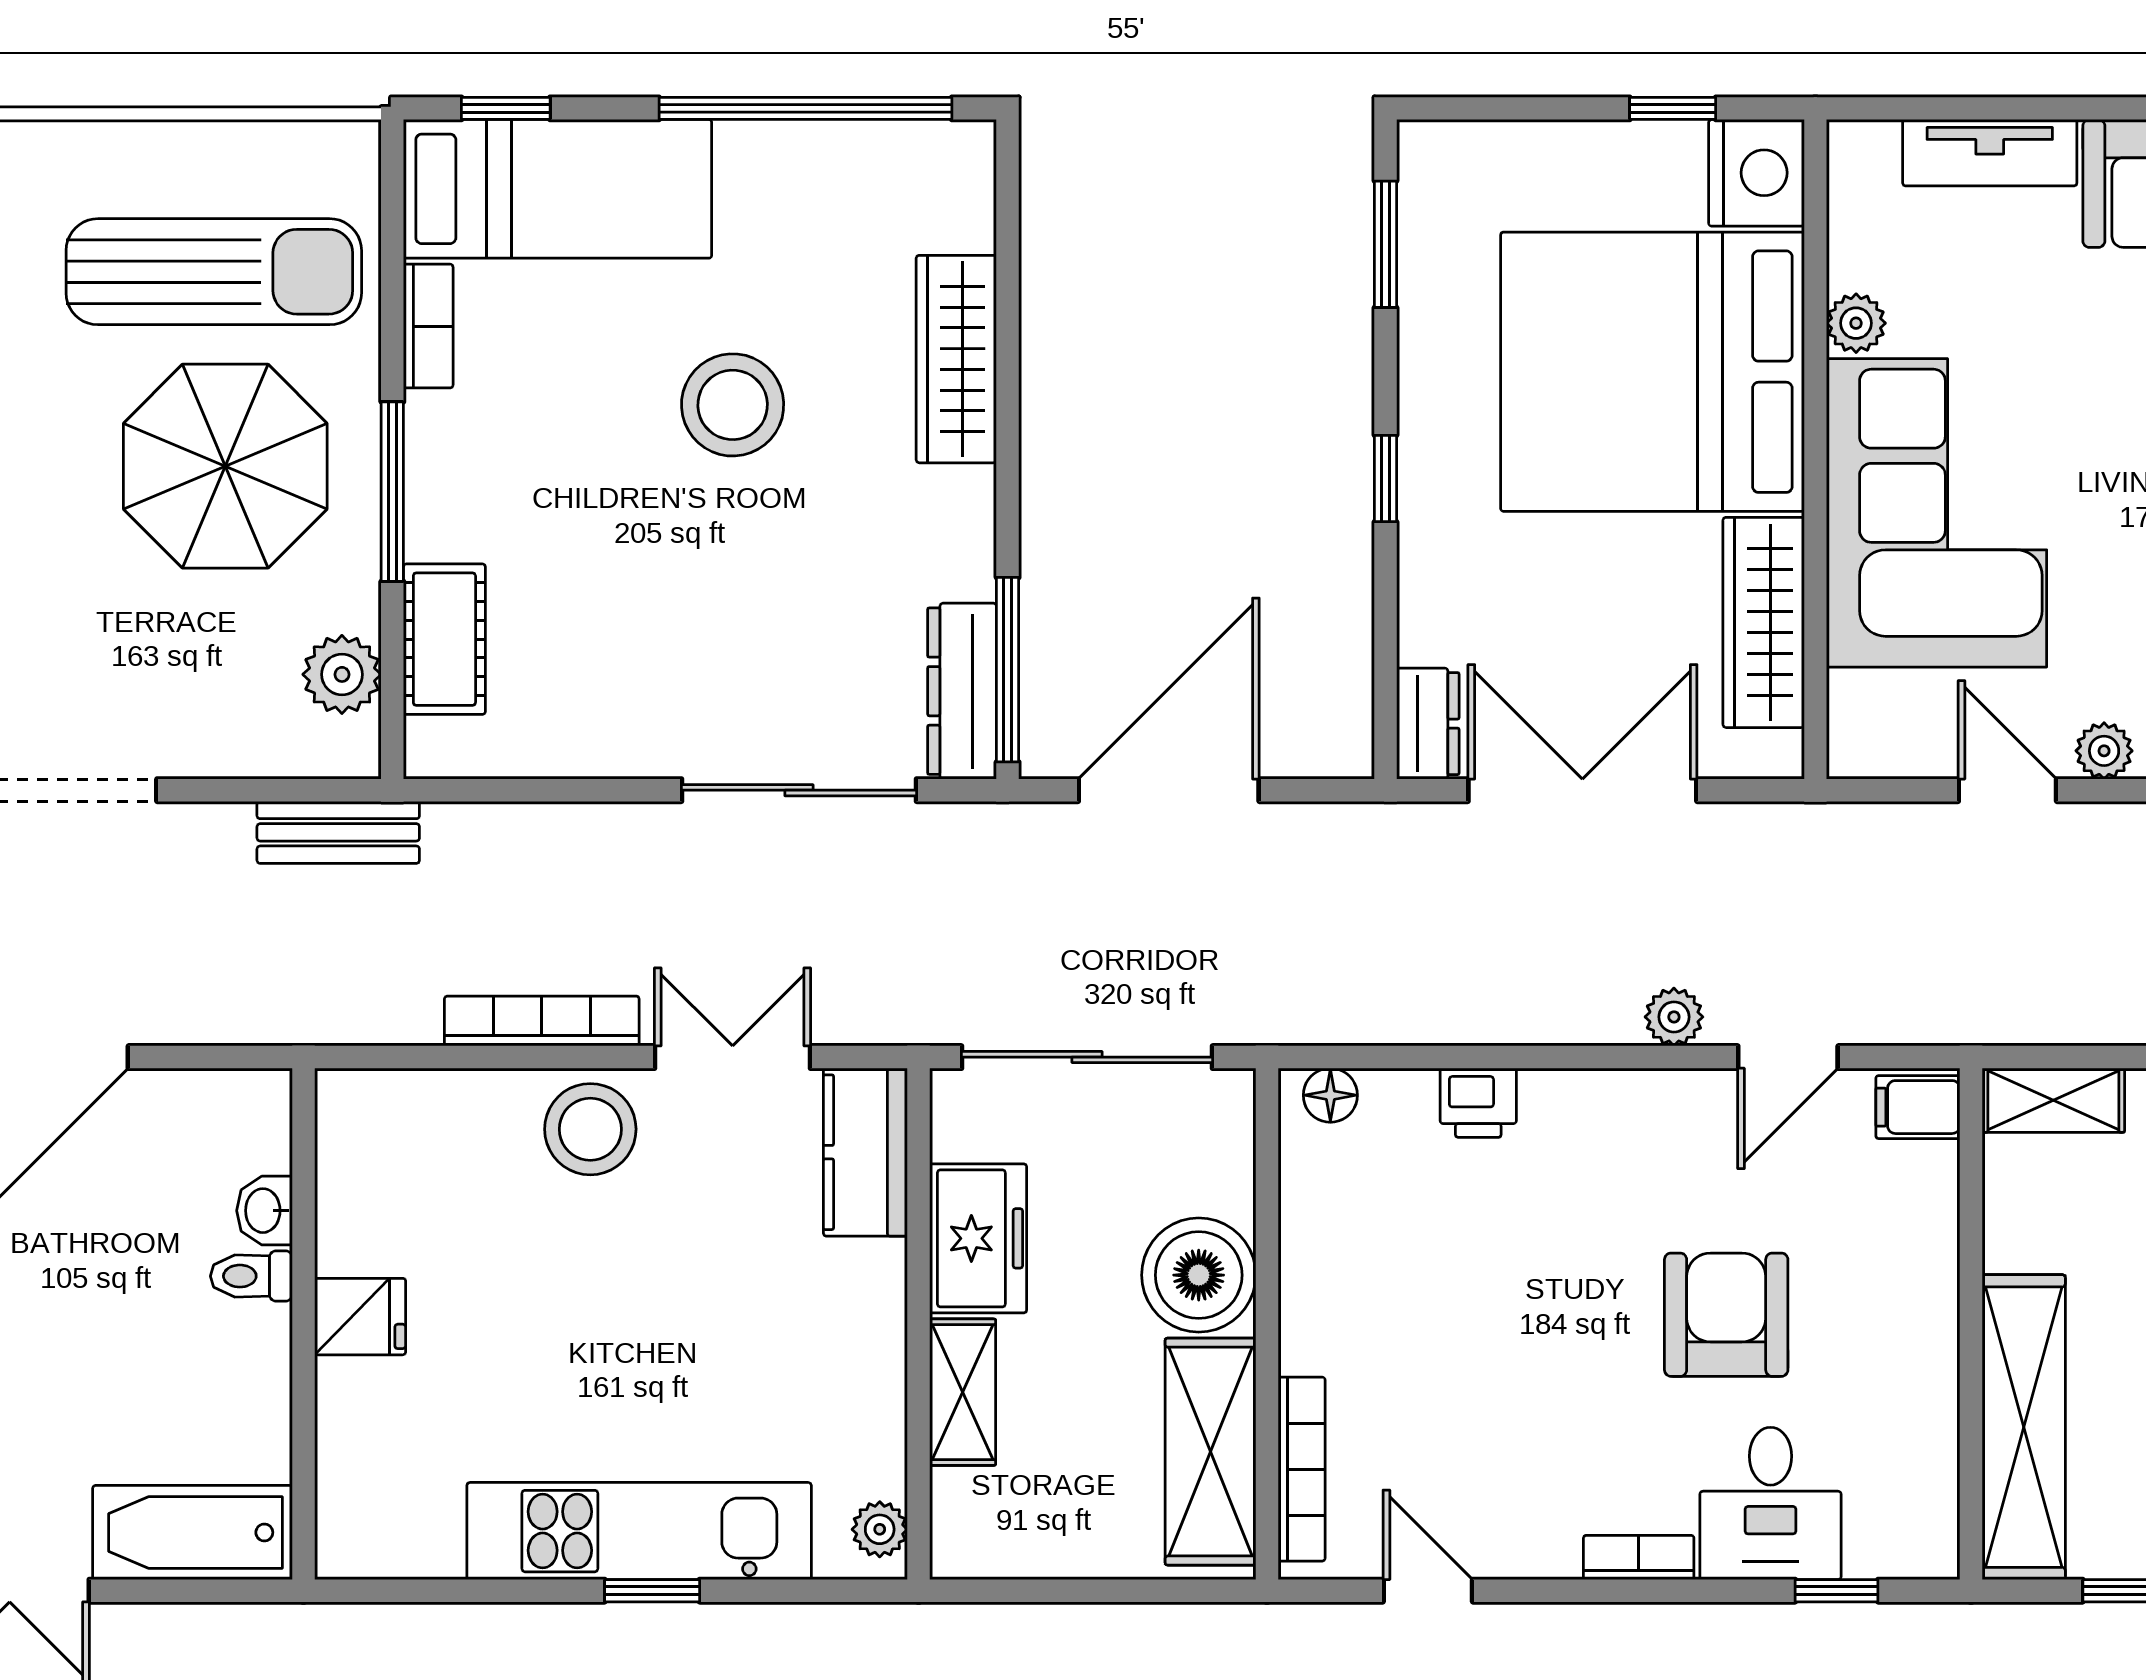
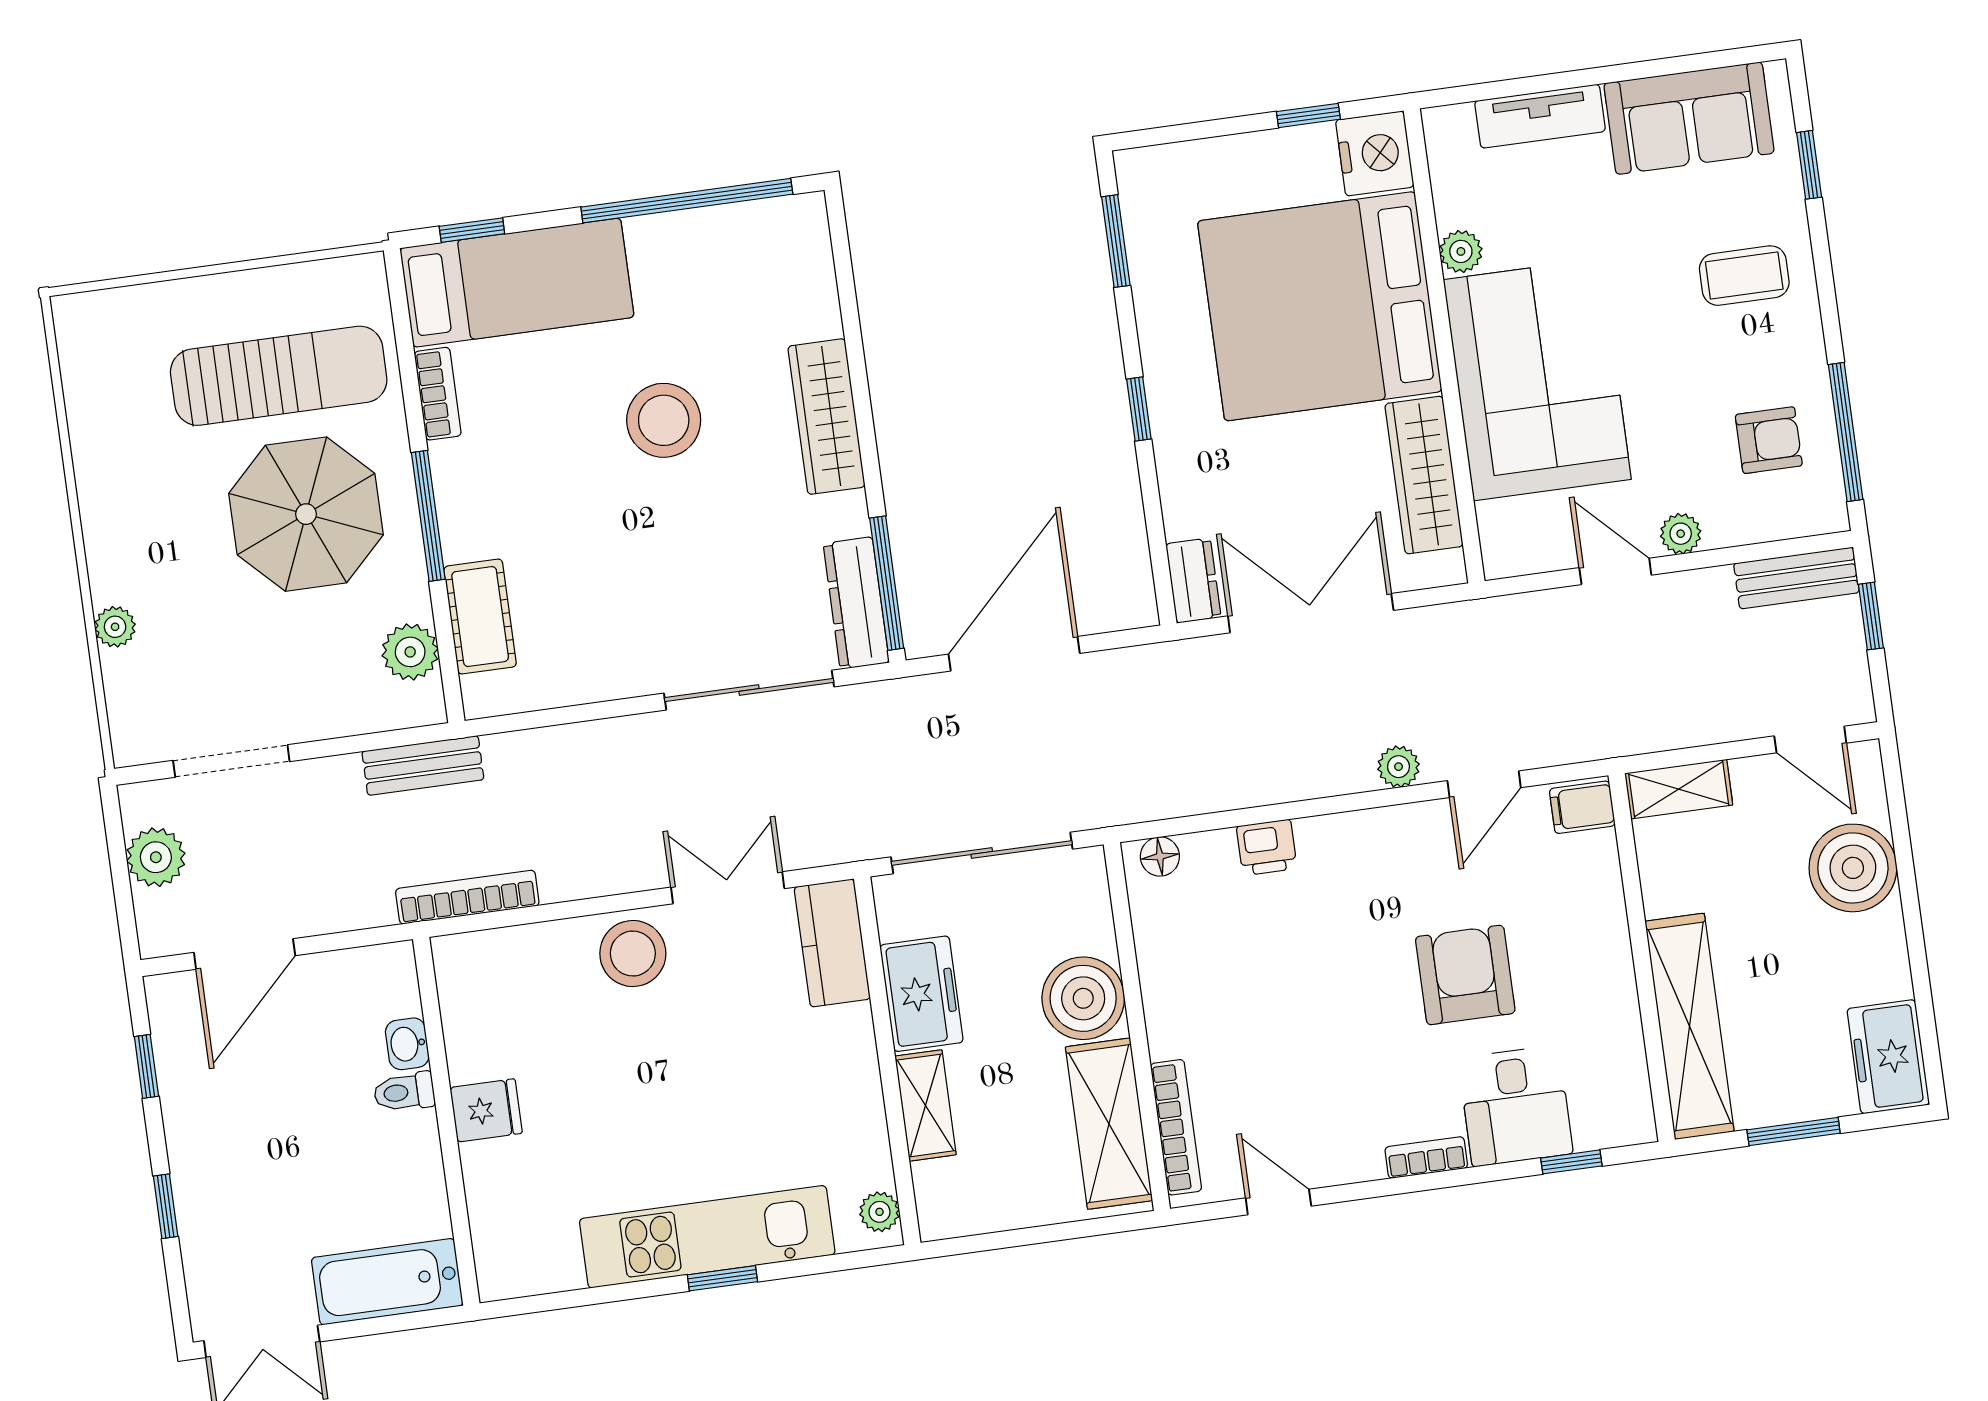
wardrobe: (956, 359) -> (826, 417), moved
bookcase: (542, 1021) -> (467, 897), moved

